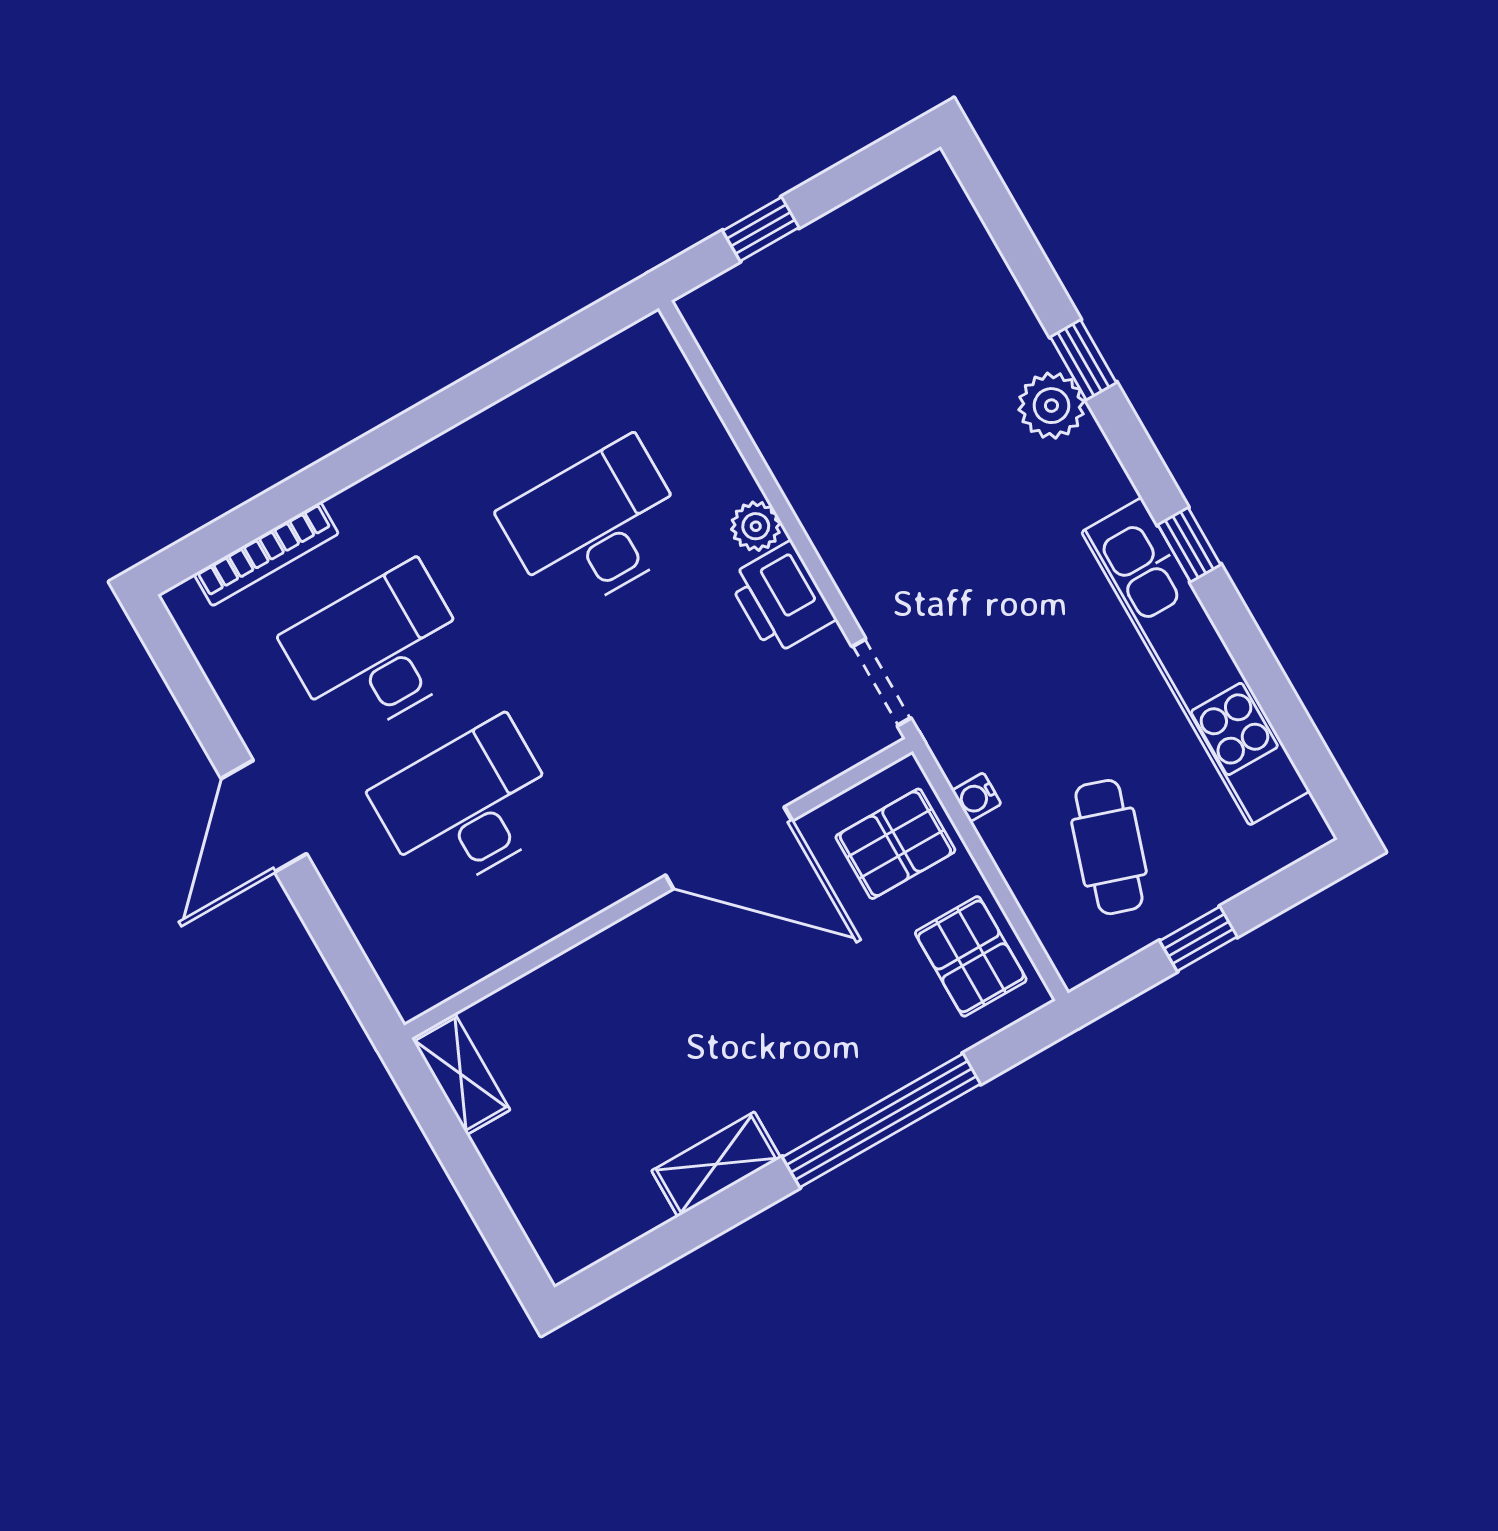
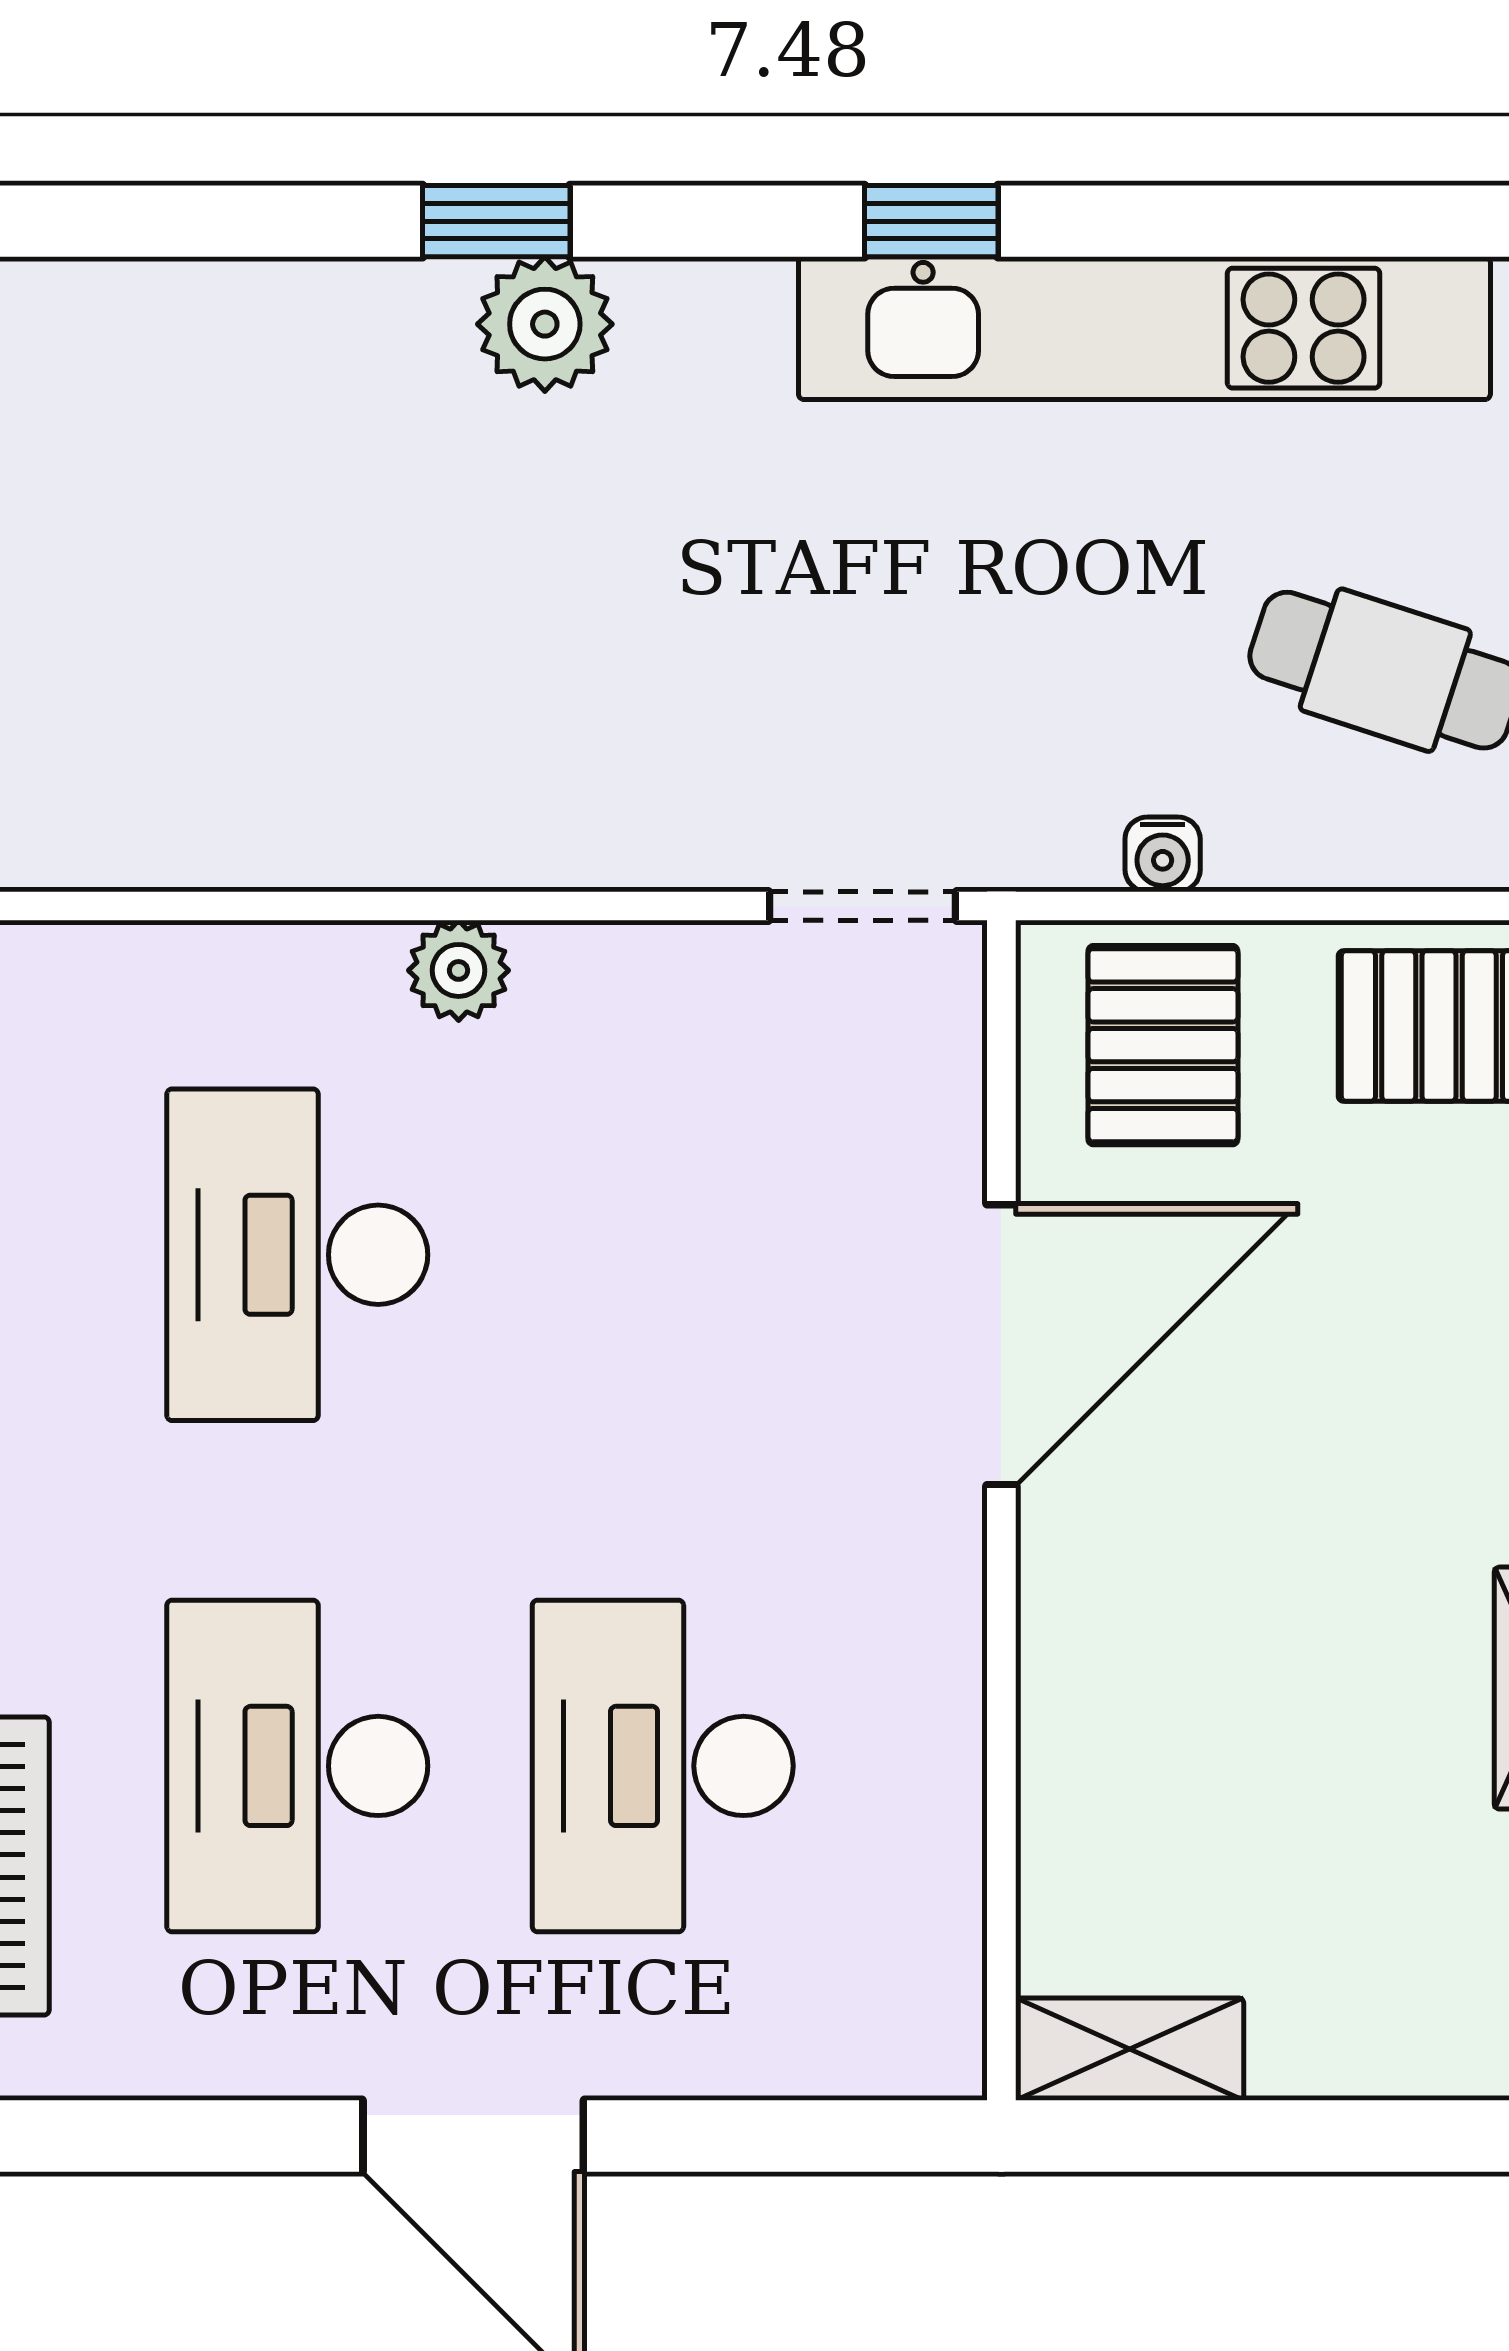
printer: (781, 598) -> (612, 998), removed

